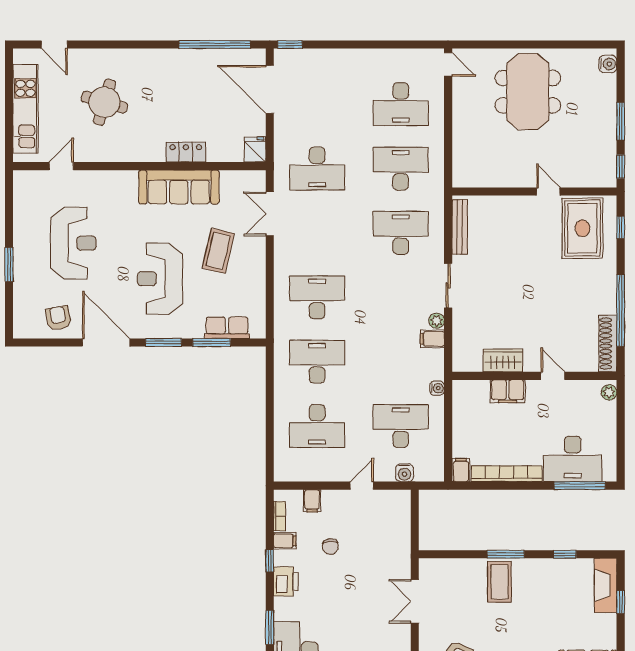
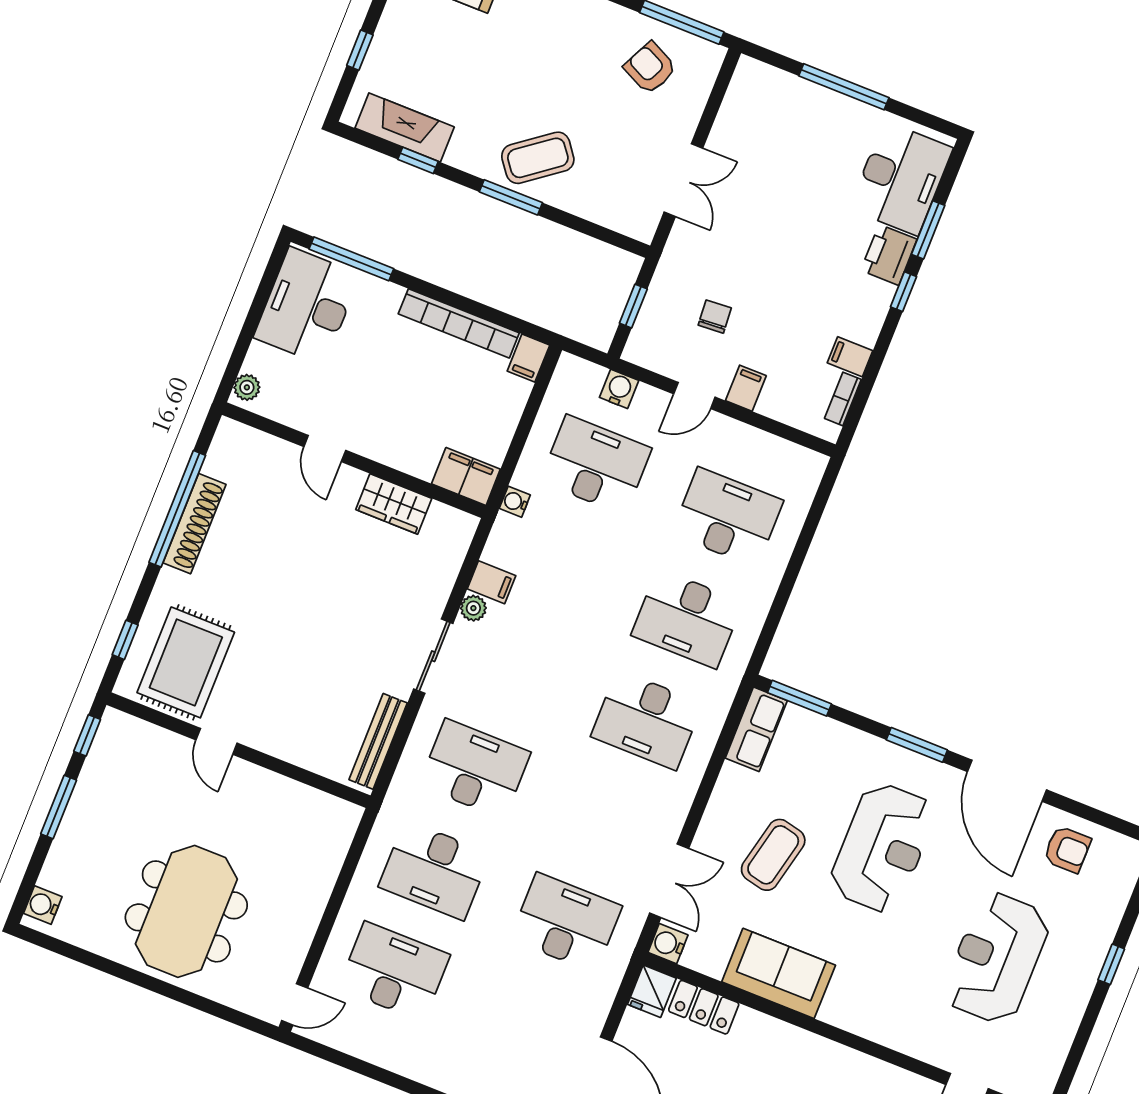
door: (448, 64) -> (295, 1004), swing flipped
locker: (186, 152) -> (704, 1007), moved
water cooler: (257, 179) -> (668, 944), added
sofa: (179, 187) -> (779, 973), width x0.73
desk: (401, 233) -> (475, 769), turned 180
window: (9, 265) -> (1111, 964), width x0.67
armchair: (58, 318) -> (1067, 849), turned -79
row of seats: (227, 328) -> (756, 729), moved, turned -90
window: (212, 343) -> (799, 698), moved
shoe rack: (608, 344) -> (195, 524), moved
filing cabinet: (508, 391) -> (466, 476), moved
desk: (401, 426) -> (596, 465), turned 180
desk: (573, 459) -> (307, 306), moved, turned -90
filing cabinet: (312, 501) -> (746, 388), moved
window: (415, 521) -> (633, 306), added
chair: (330, 547) -> (715, 317), moved
window: (270, 561) -> (904, 292), moved
printer: (286, 581) -> (889, 255), moved
coffee table: (499, 582) -> (538, 158), turned 53
fireplace: (606, 585) -> (405, 127), moved, turned -90

